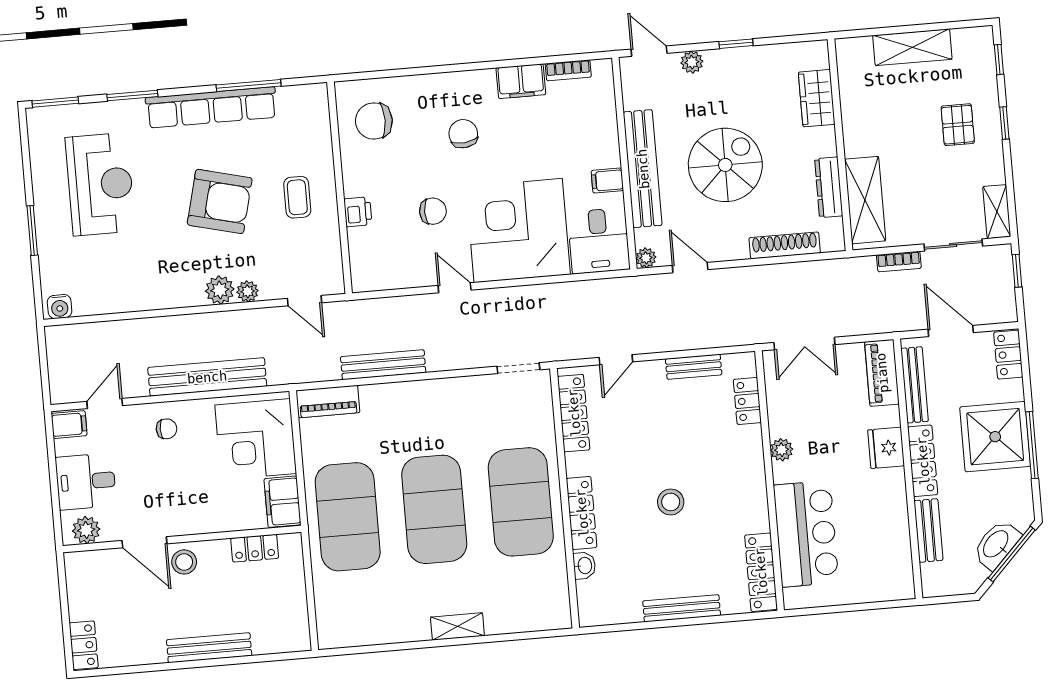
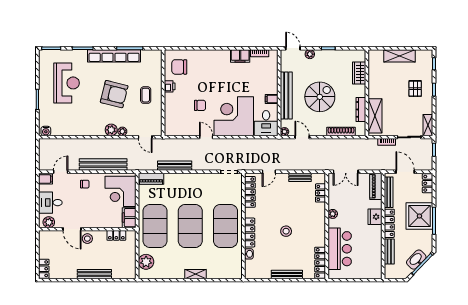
chair: (463, 134) -> (215, 75), removed
printer: (358, 212) -> (170, 86), moved
plant: (333, 607) -> (146, 262), added

